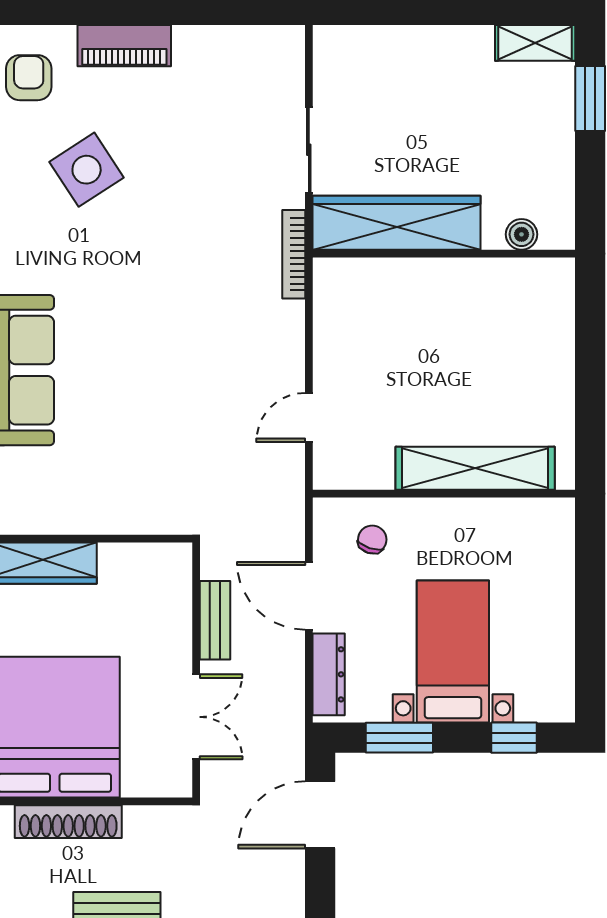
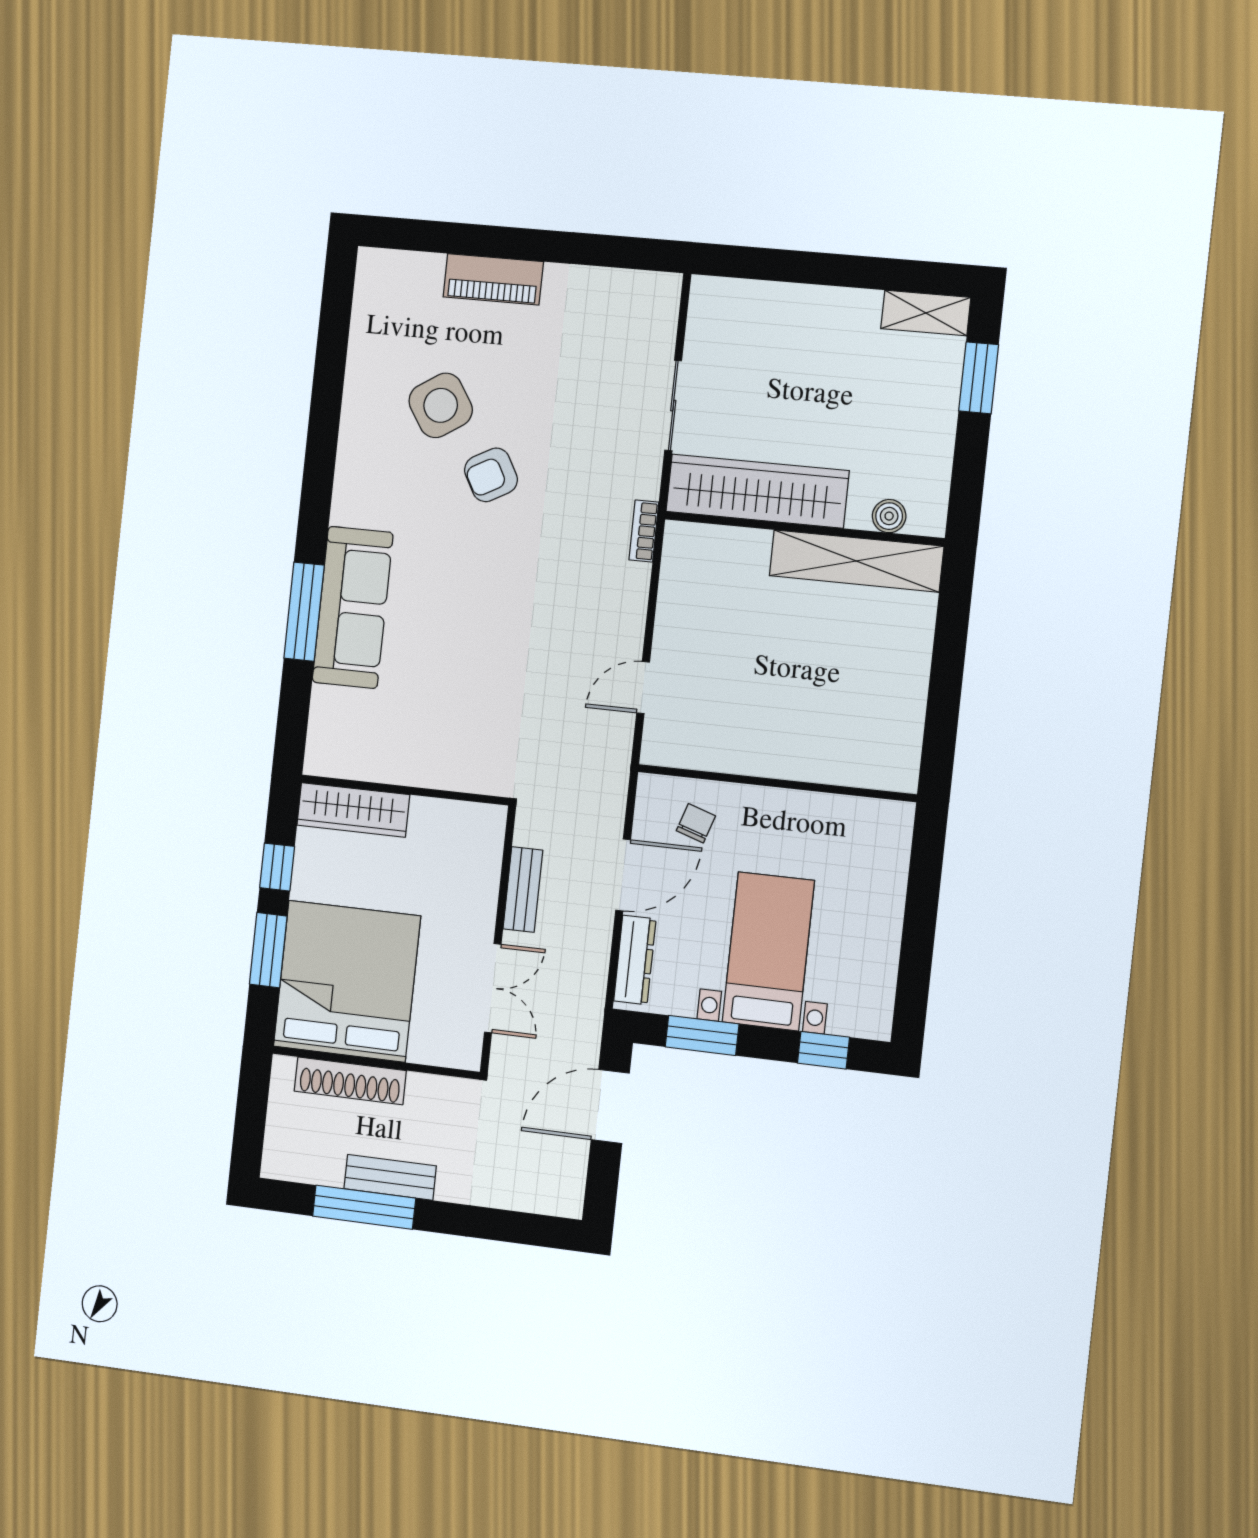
armchair: (29, 78) -> (491, 475), moved, turned -119
bookcase: (294, 254) -> (644, 531), width x0.64
shelving: (475, 468) -> (856, 561), moved
door: (309, 596) -> (623, 875), swing flipped

